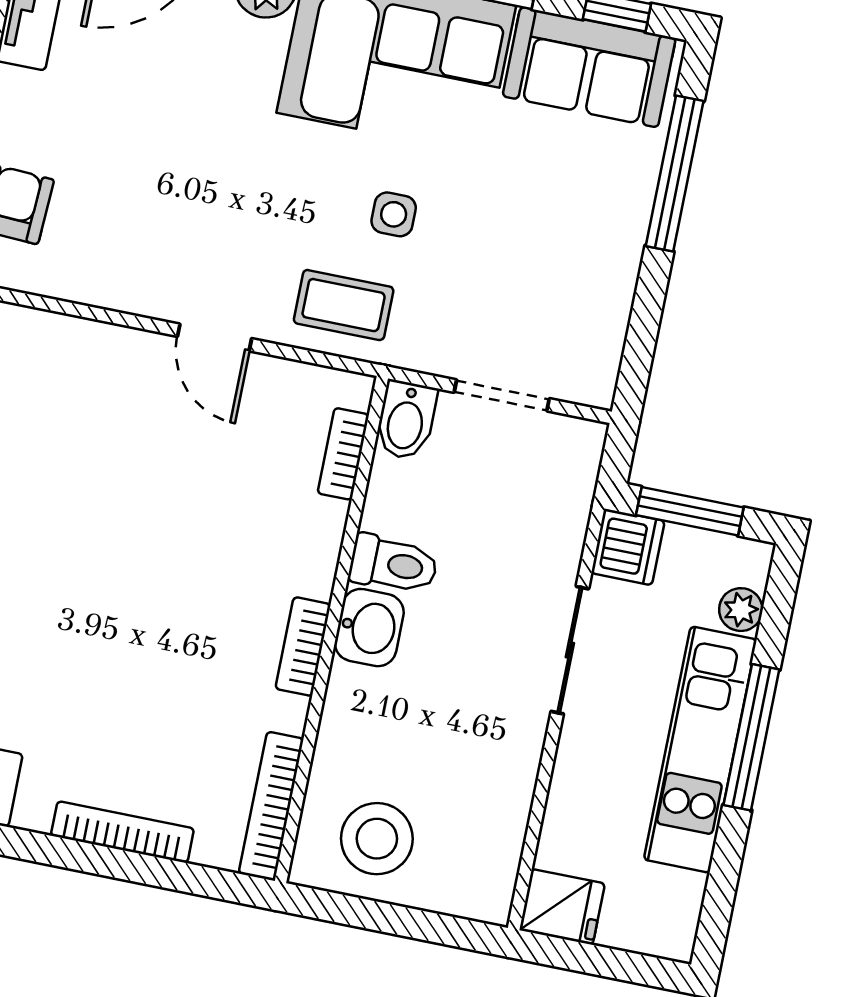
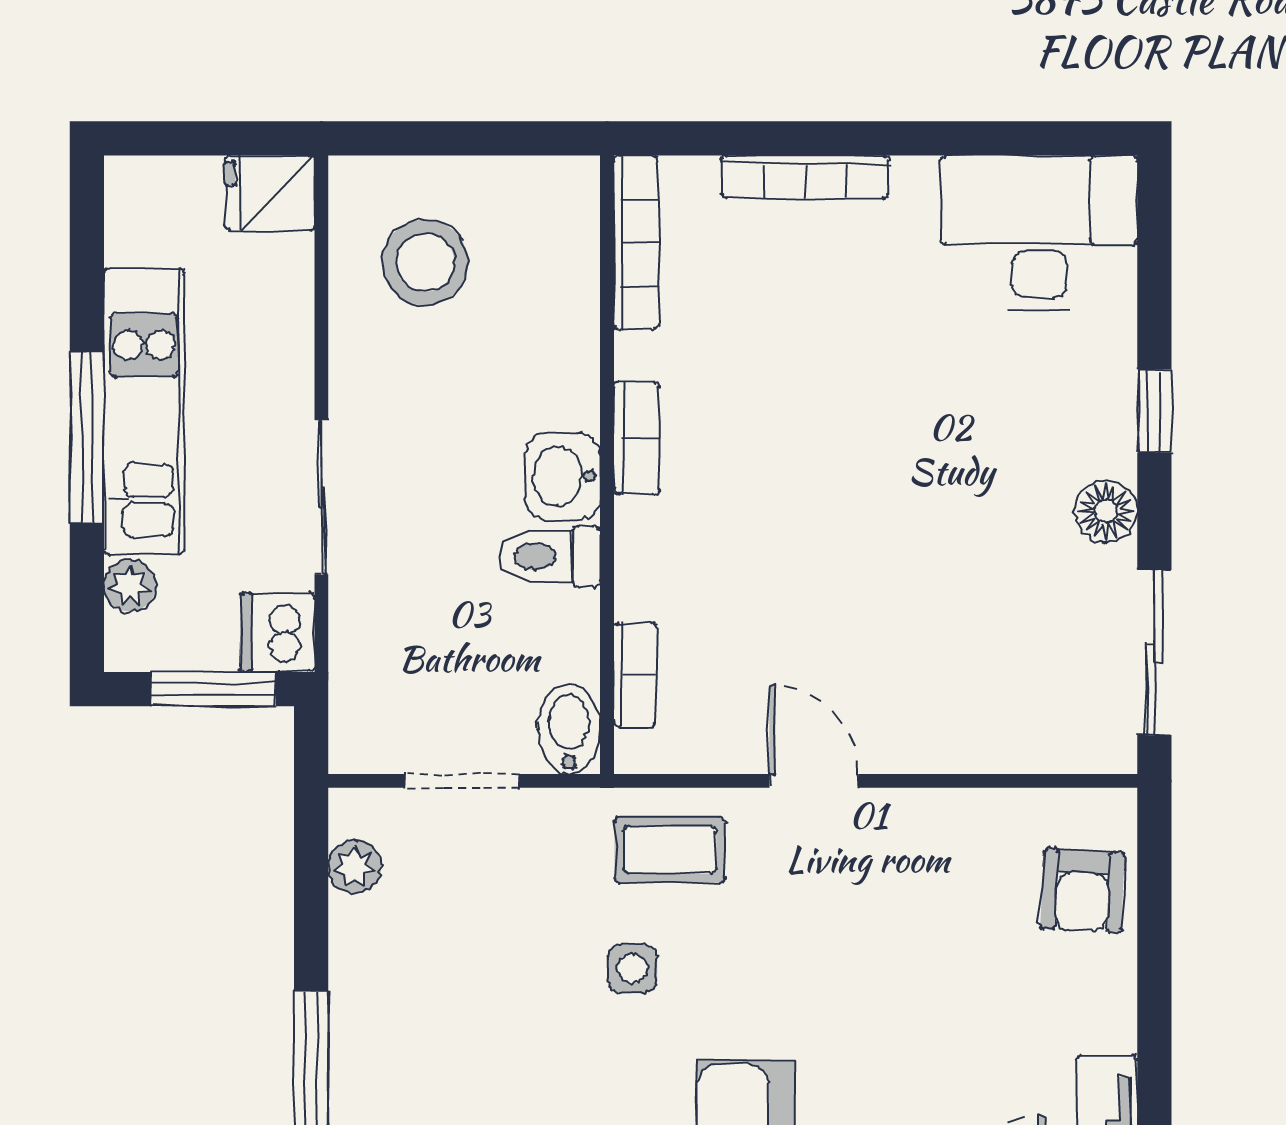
plant: (604, 343) -> (355, 867), added
stool: (377, 839) -> (425, 262), moved

